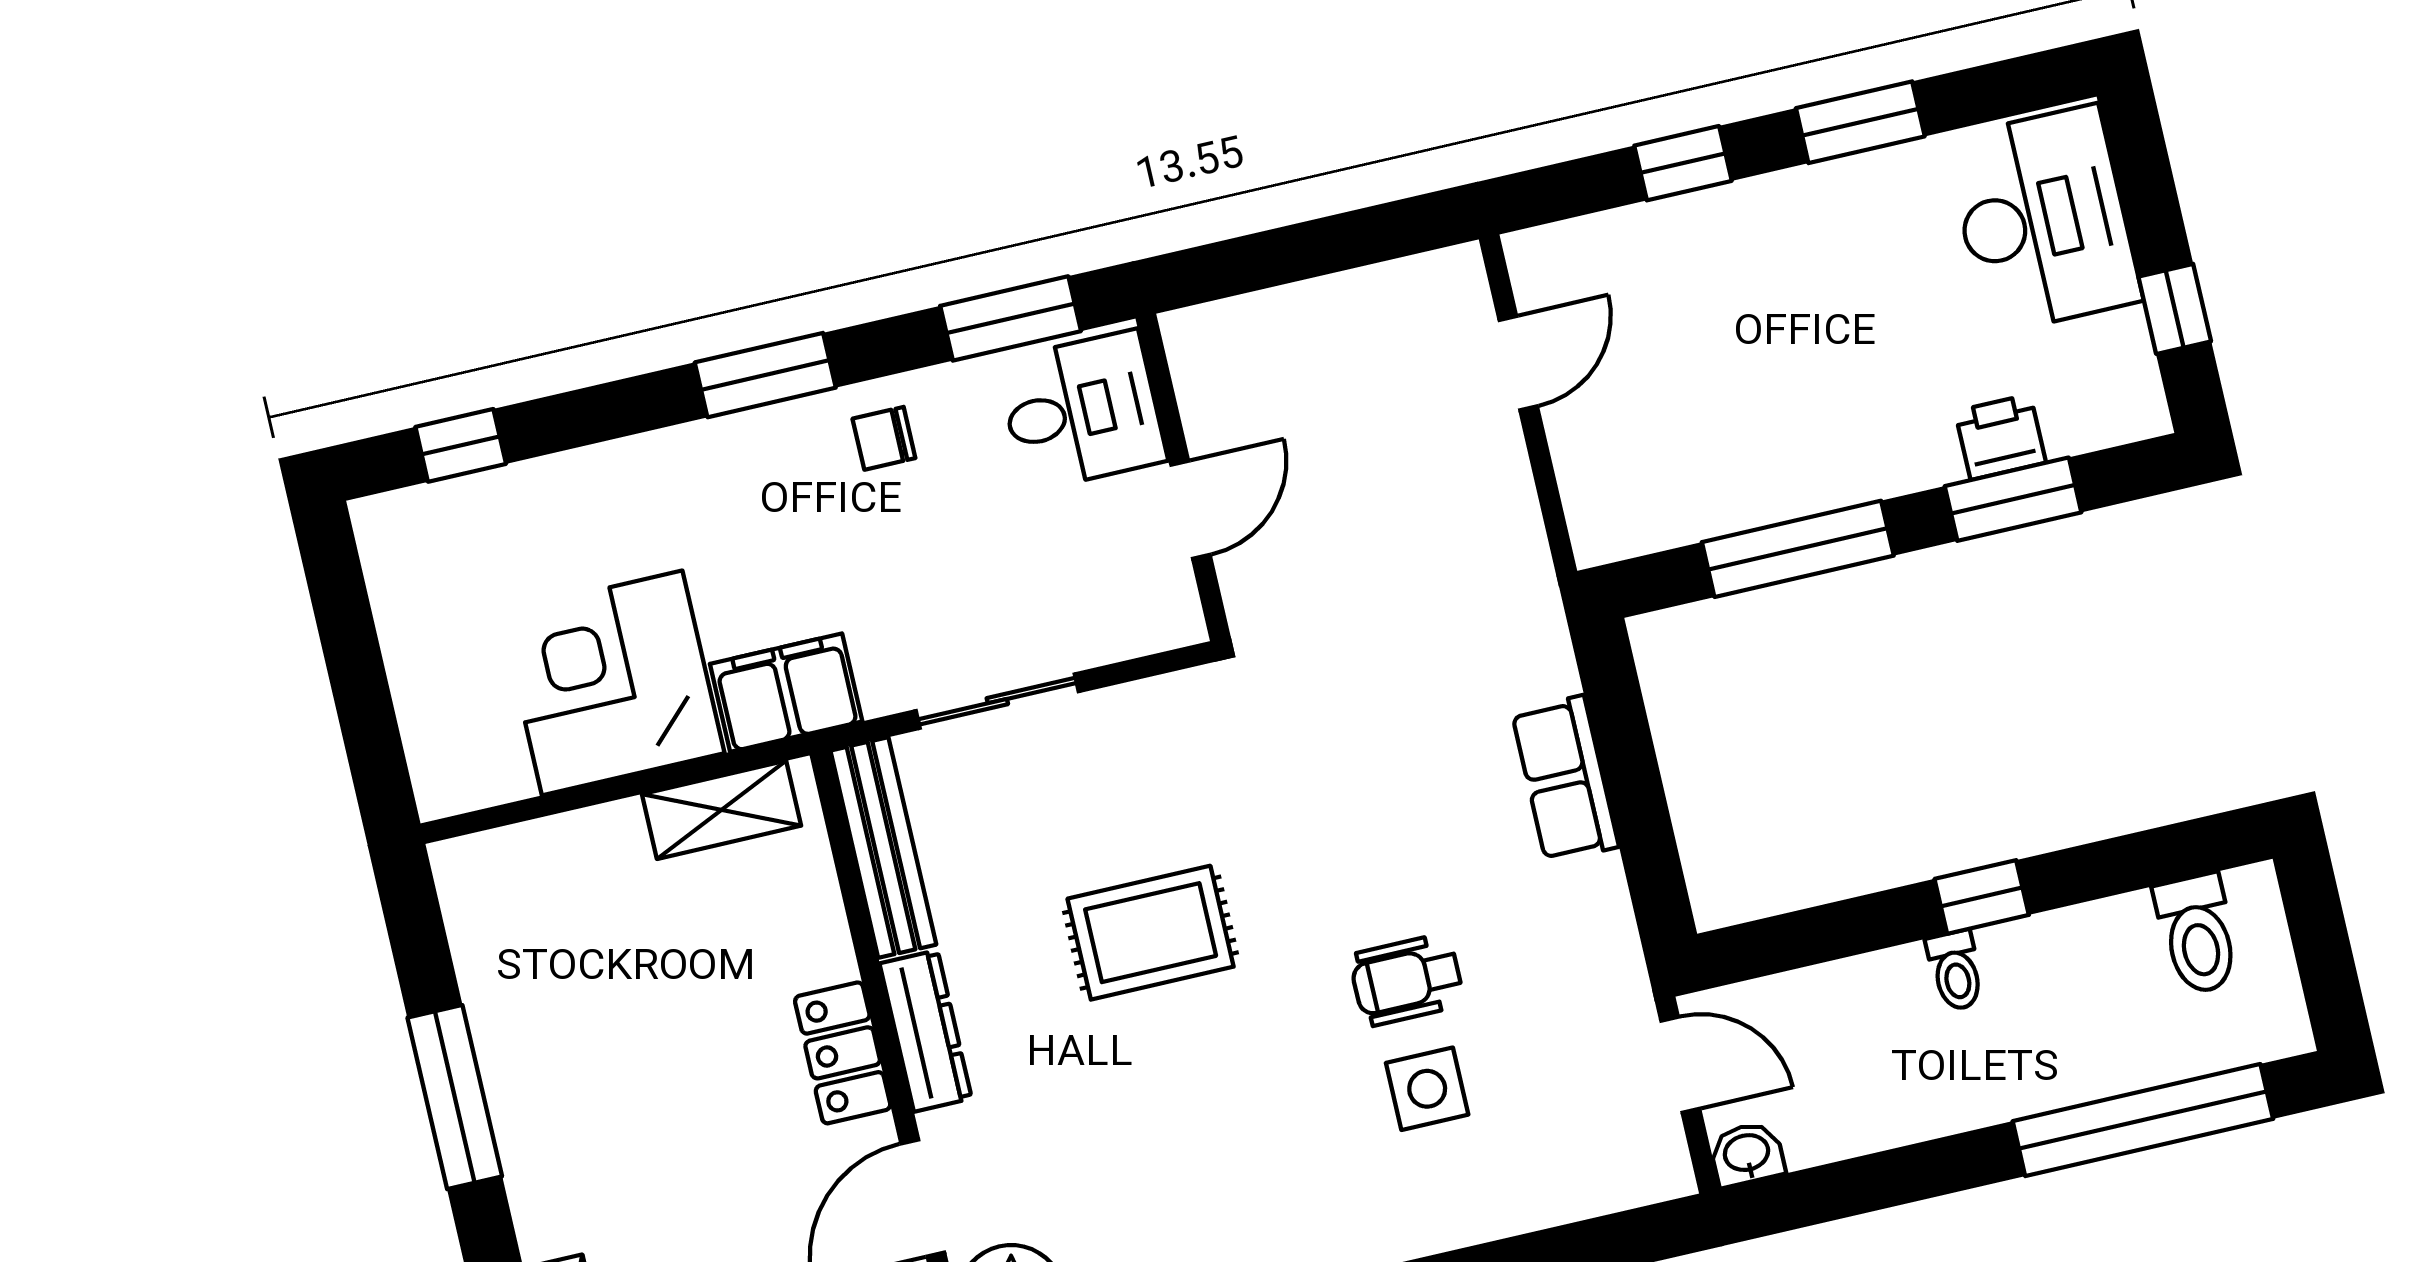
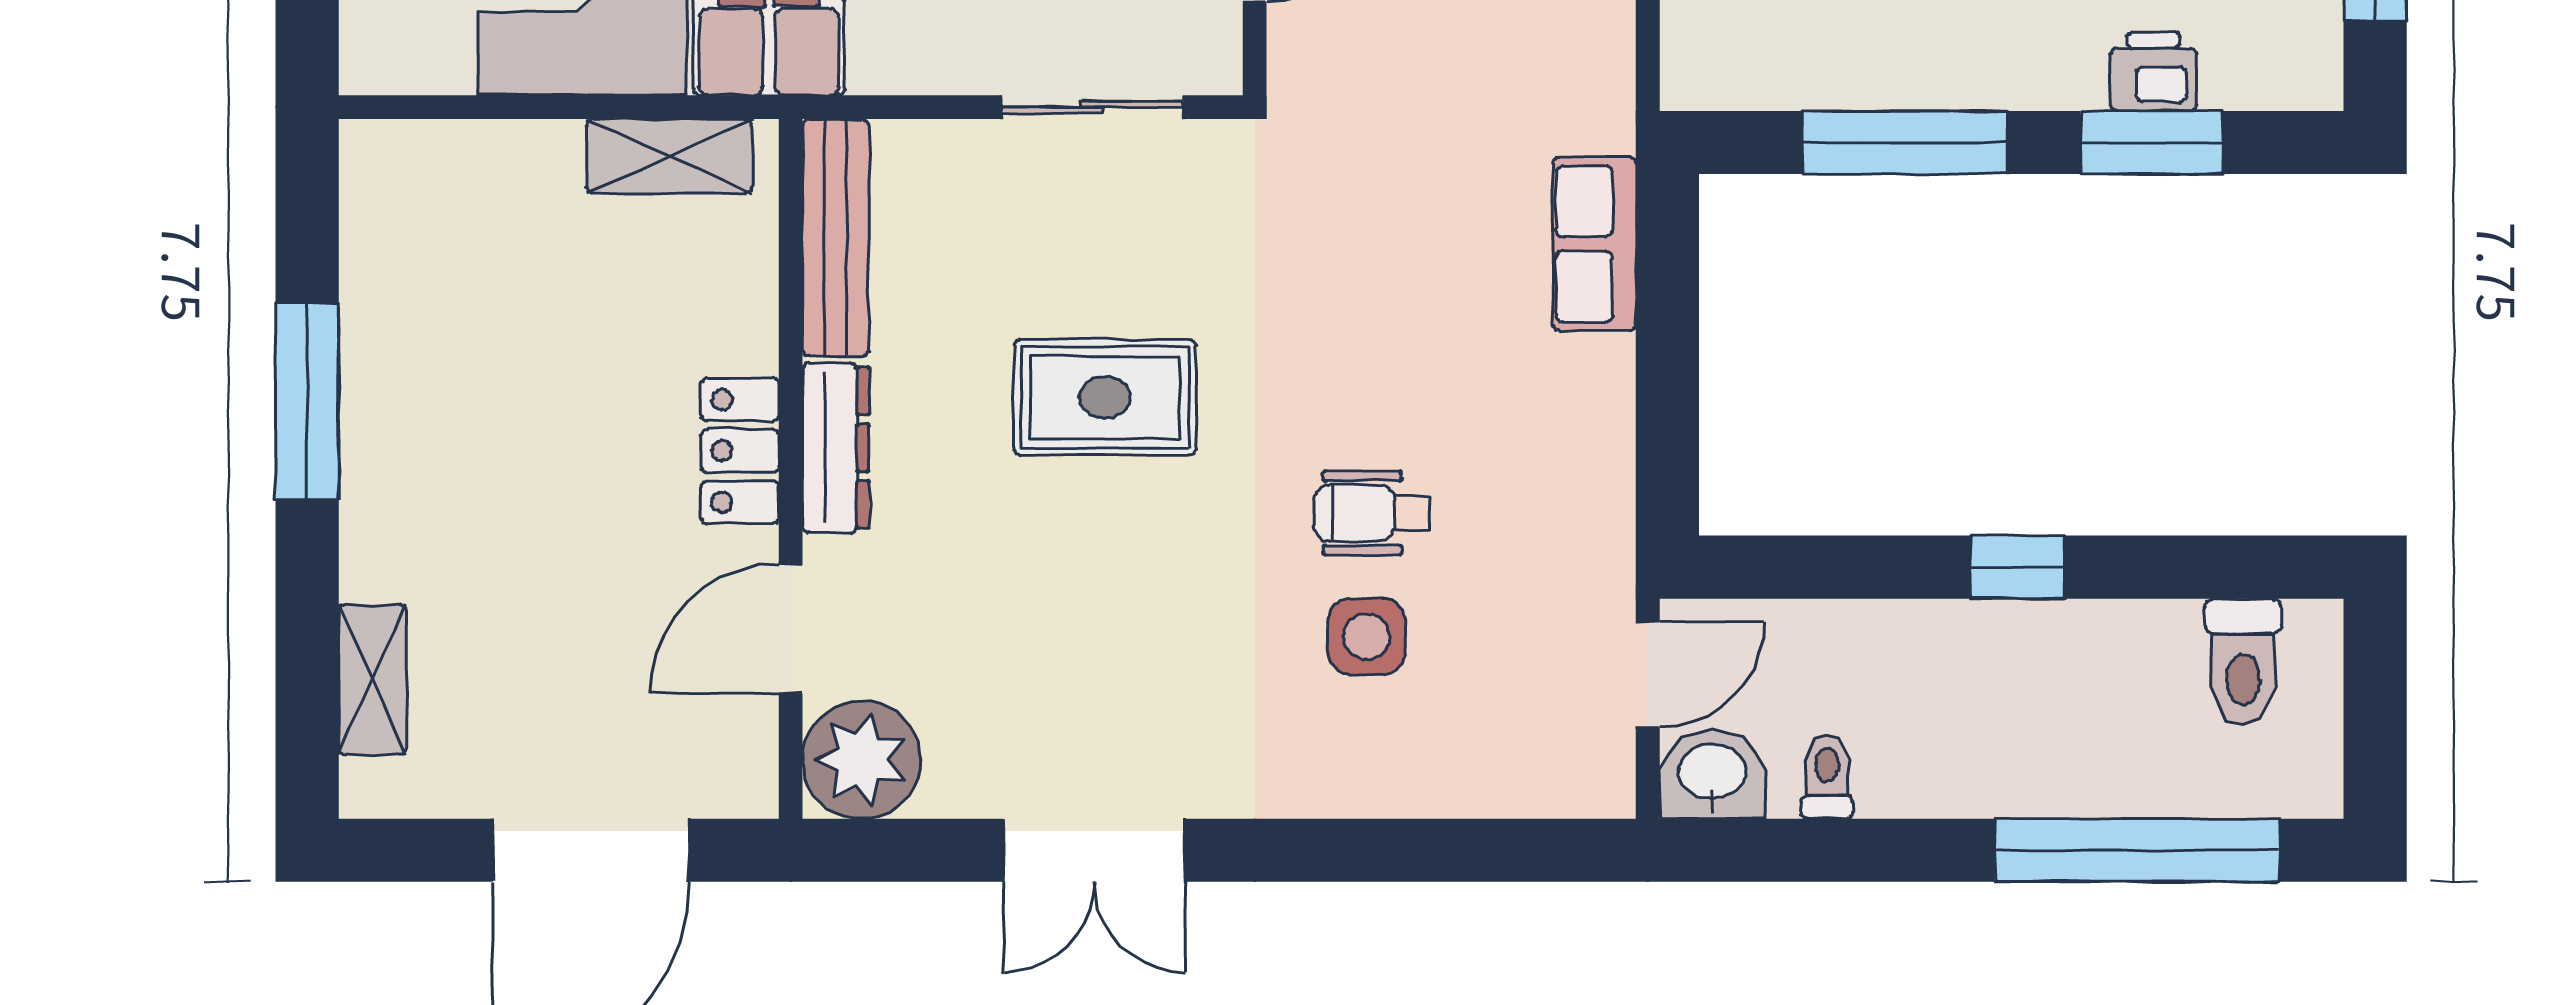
sliding door: (997, 701) -> (1092, 107), moved
row of seats: (1565, 779) -> (1594, 244), moved
toilet: (1955, 971) -> (1827, 777), moved, turned 180
door: (1680, 1065) -> (1648, 674), hinge flipped
washbasin: (1747, 1154) -> (1712, 774), width x1.38, depth x1.45

